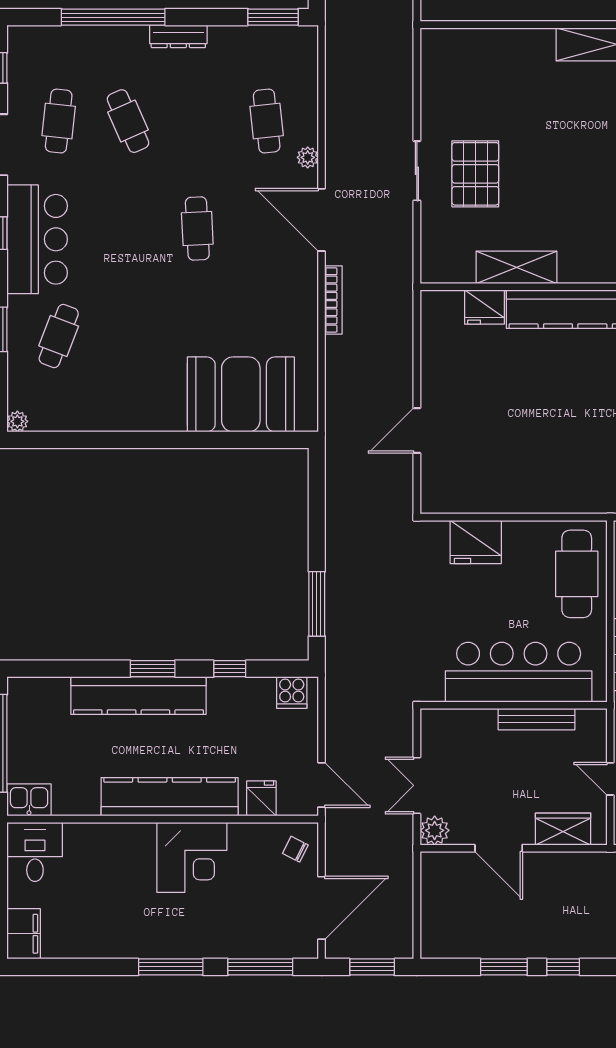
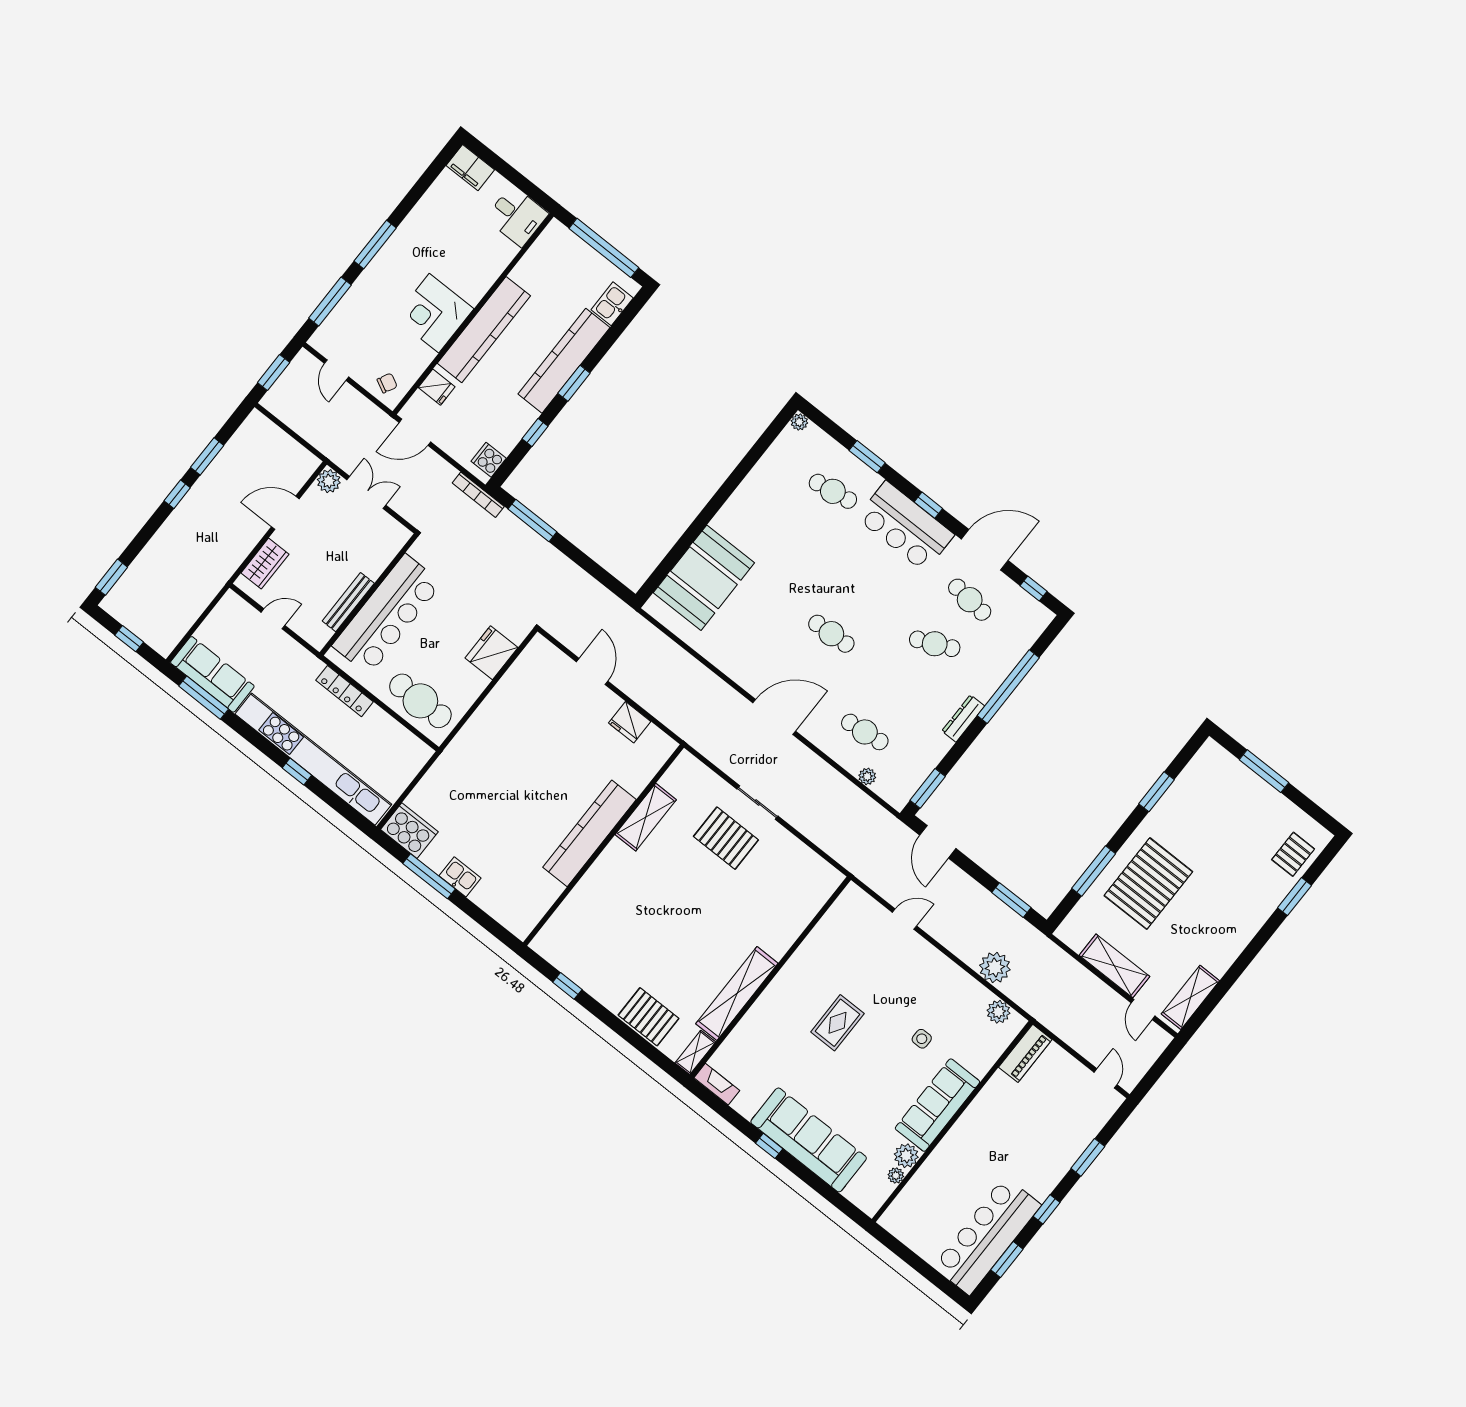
plant: (308, 157) -> (867, 776), moved
bookcase: (333, 300) -> (478, 495), moved
fridge: (484, 307) -> (630, 722), moved, turned -90
cafe table: (59, 336) -> (833, 491), turned -30
kitchen sink: (29, 800) -> (612, 304), moved, turned 180
door: (322, 908) -> (337, 370), width x0.53

